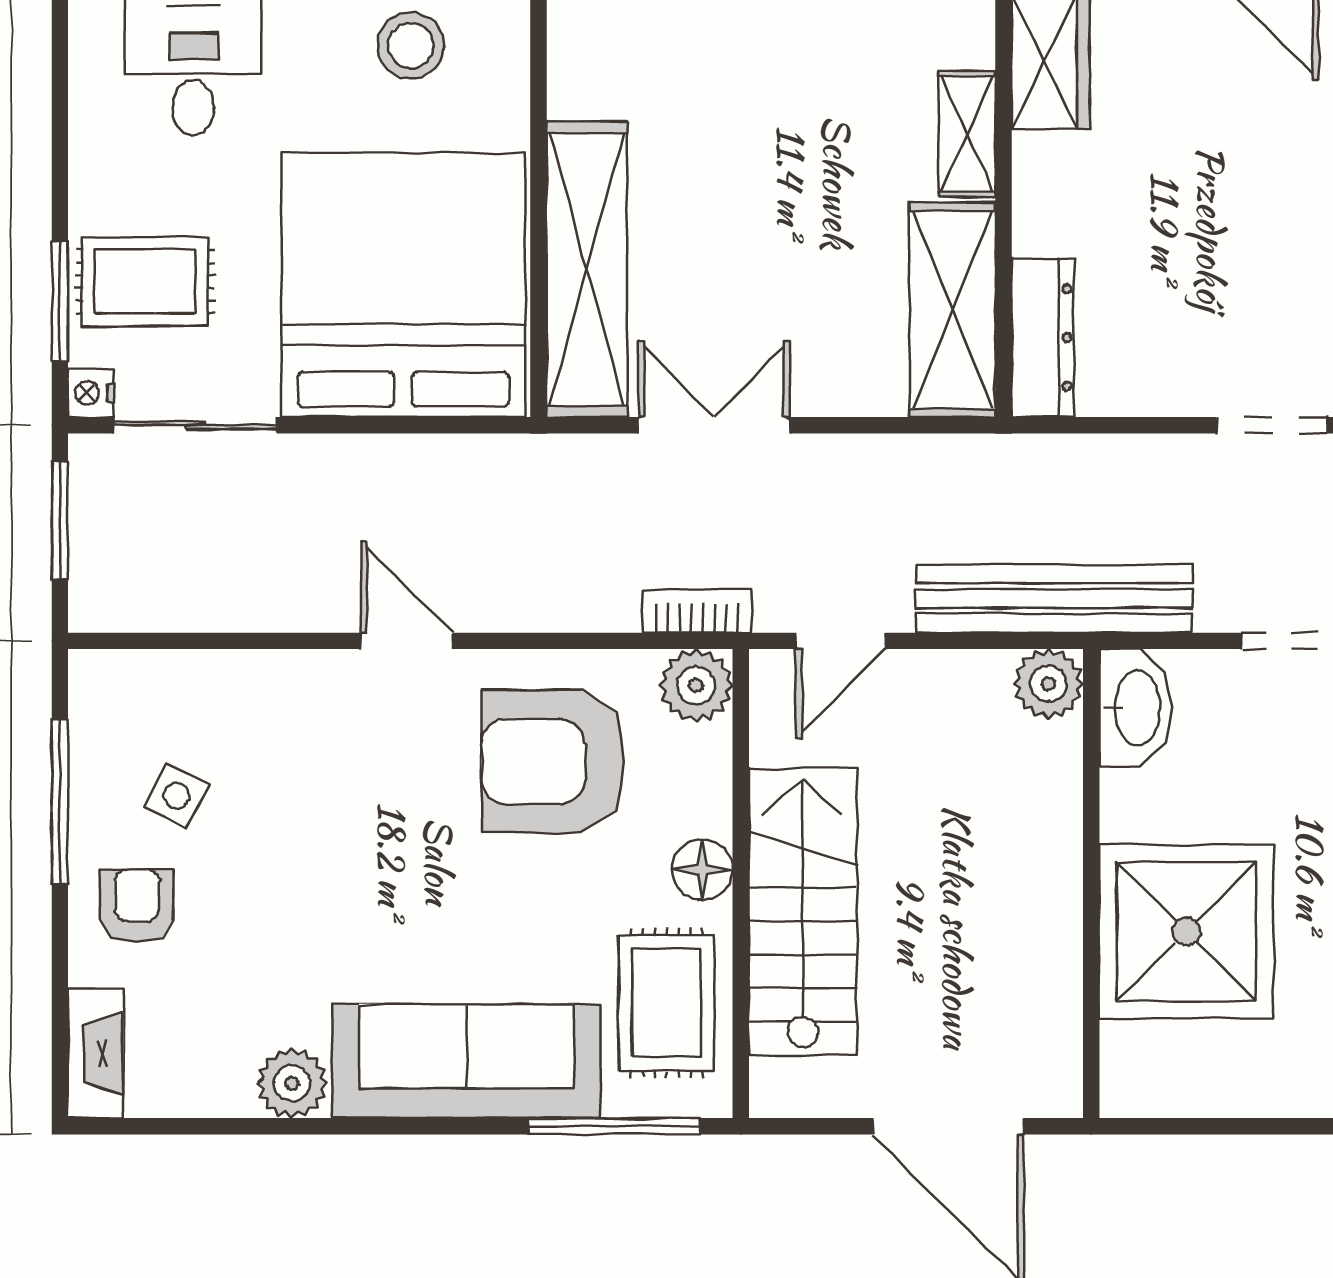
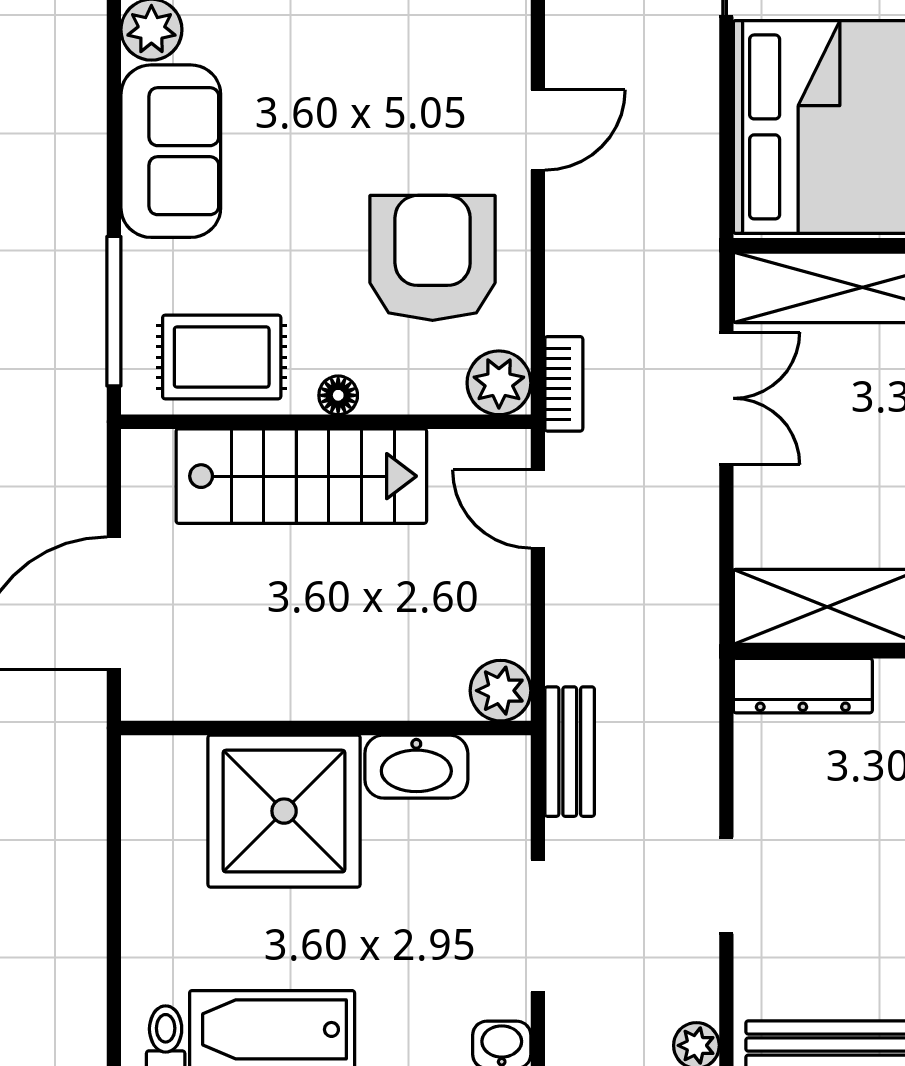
bench: (1054, 598) -> (570, 752), width x0.54, depth x0.82
washbasin: (1135, 708) -> (416, 767), moved
floor lamp: (702, 870) -> (338, 395), width x0.73, depth x0.73
sofa: (467, 1061) -> (171, 151), width x0.73

